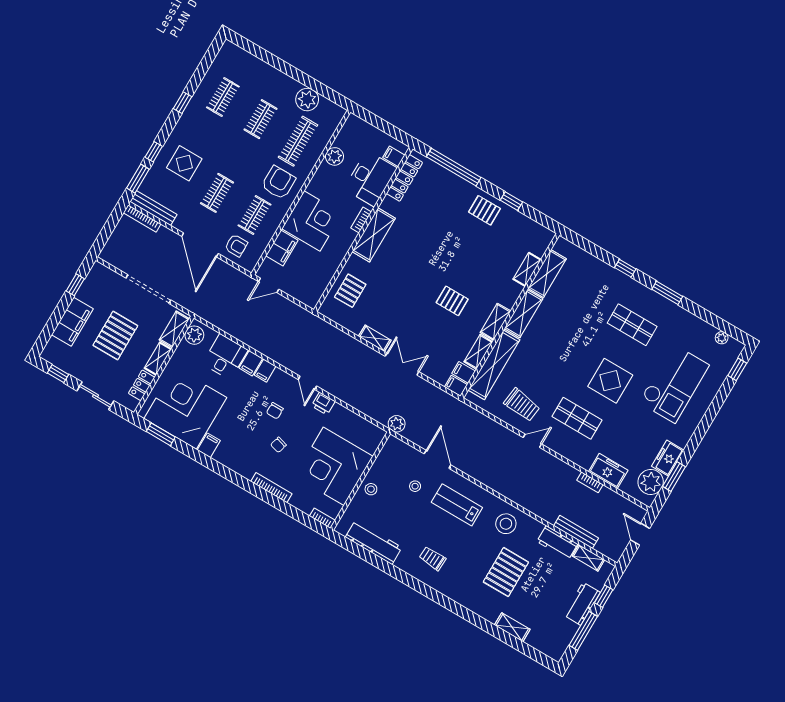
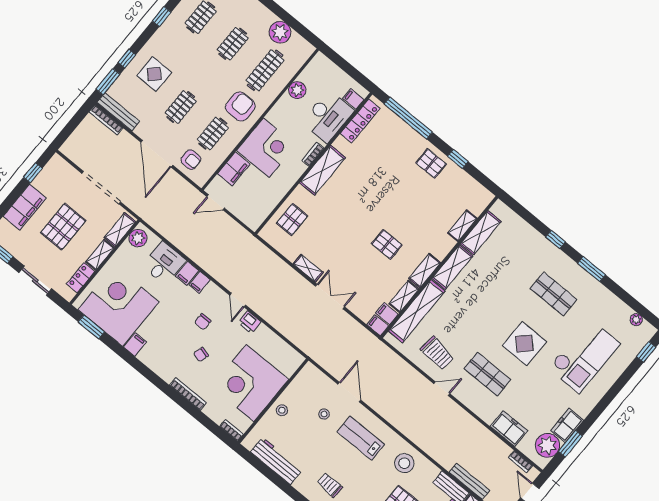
plant: (397, 424) -> (316, 352), removed
bookcase: (590, 482) -> (520, 462), moved

